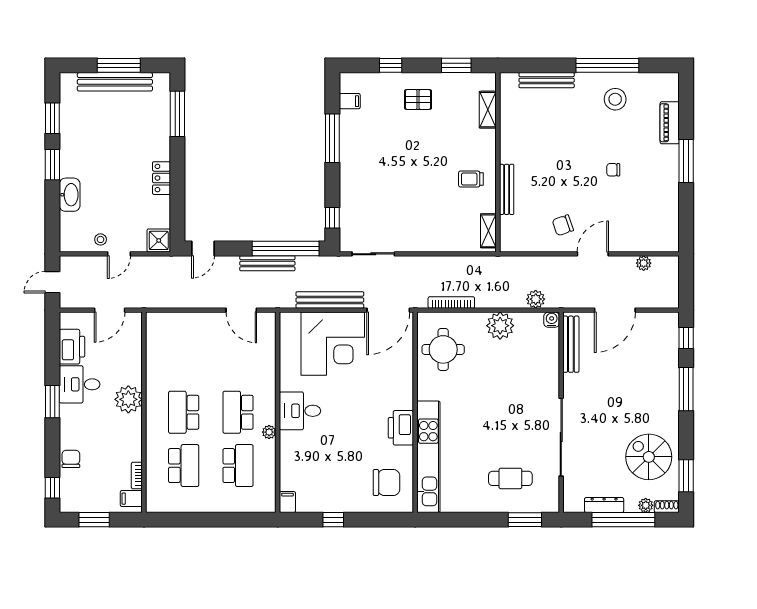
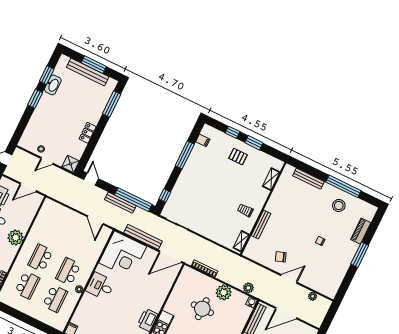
window: (456, 65) -> (254, 143), moved
washbasin: (70, 195) -> (53, 85), moved
door: (203, 249) -> (91, 179), swing flipped
corner desk: (333, 344) -> (123, 255), moved
round table: (443, 349) -> (202, 309), moved

